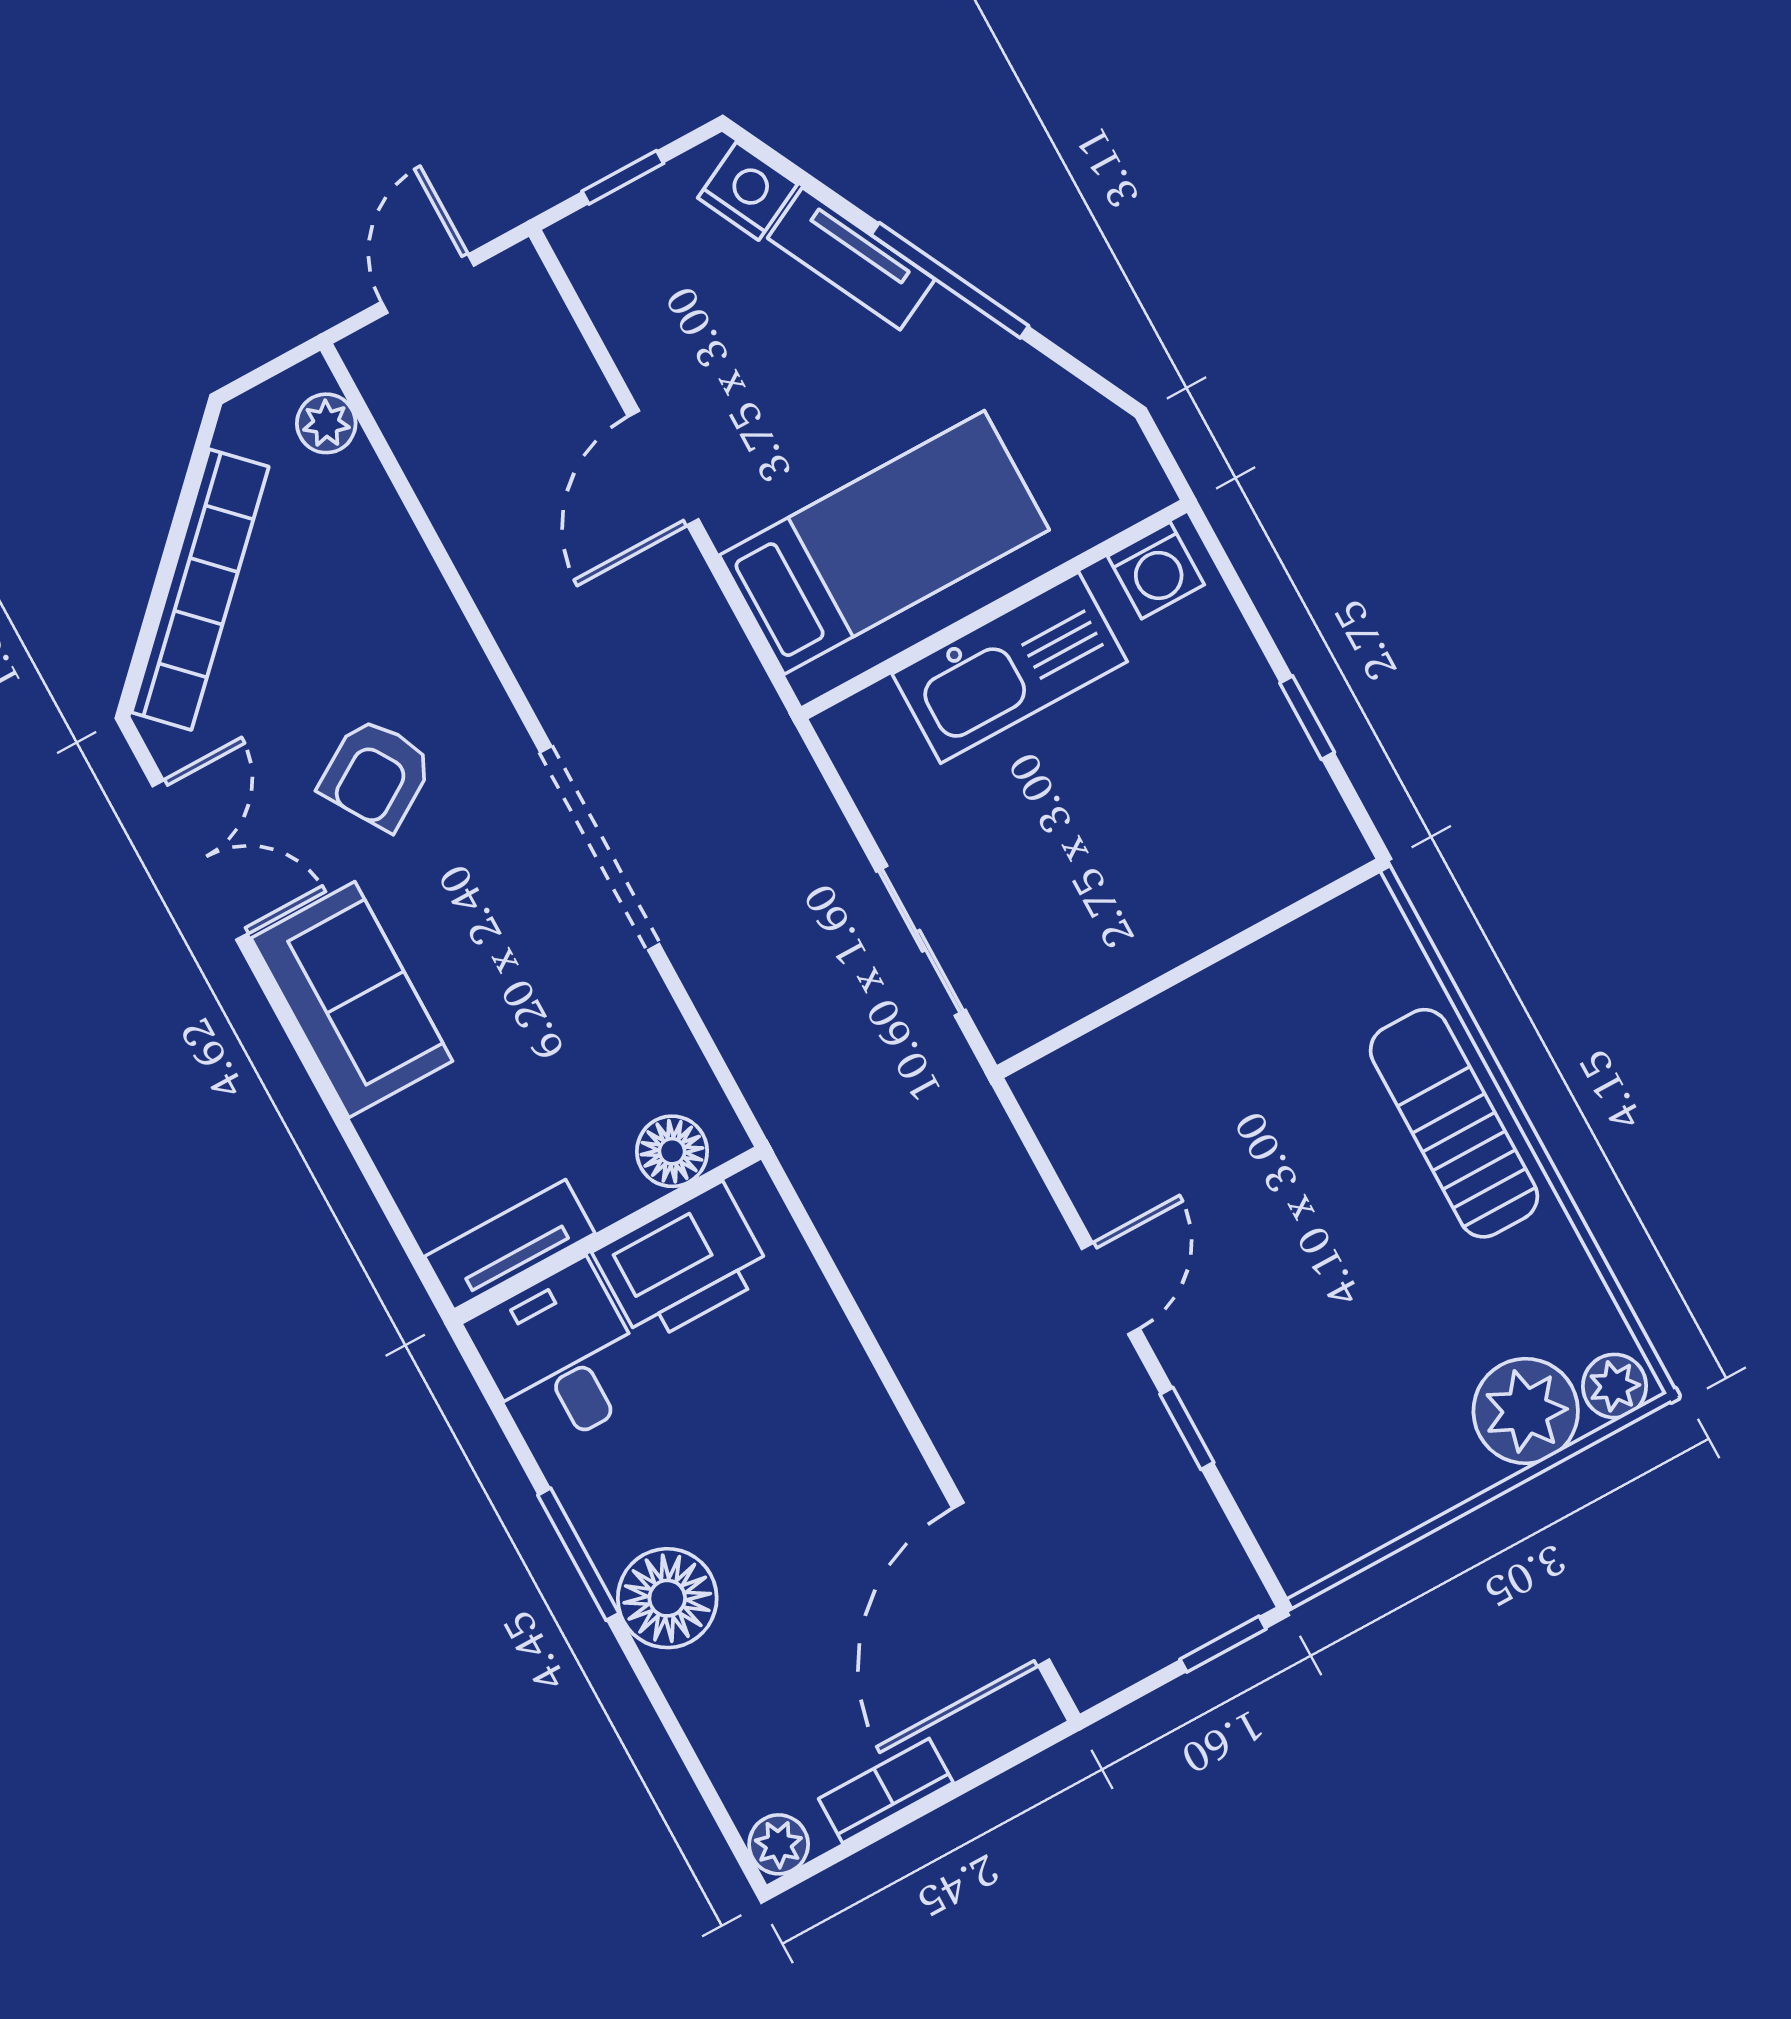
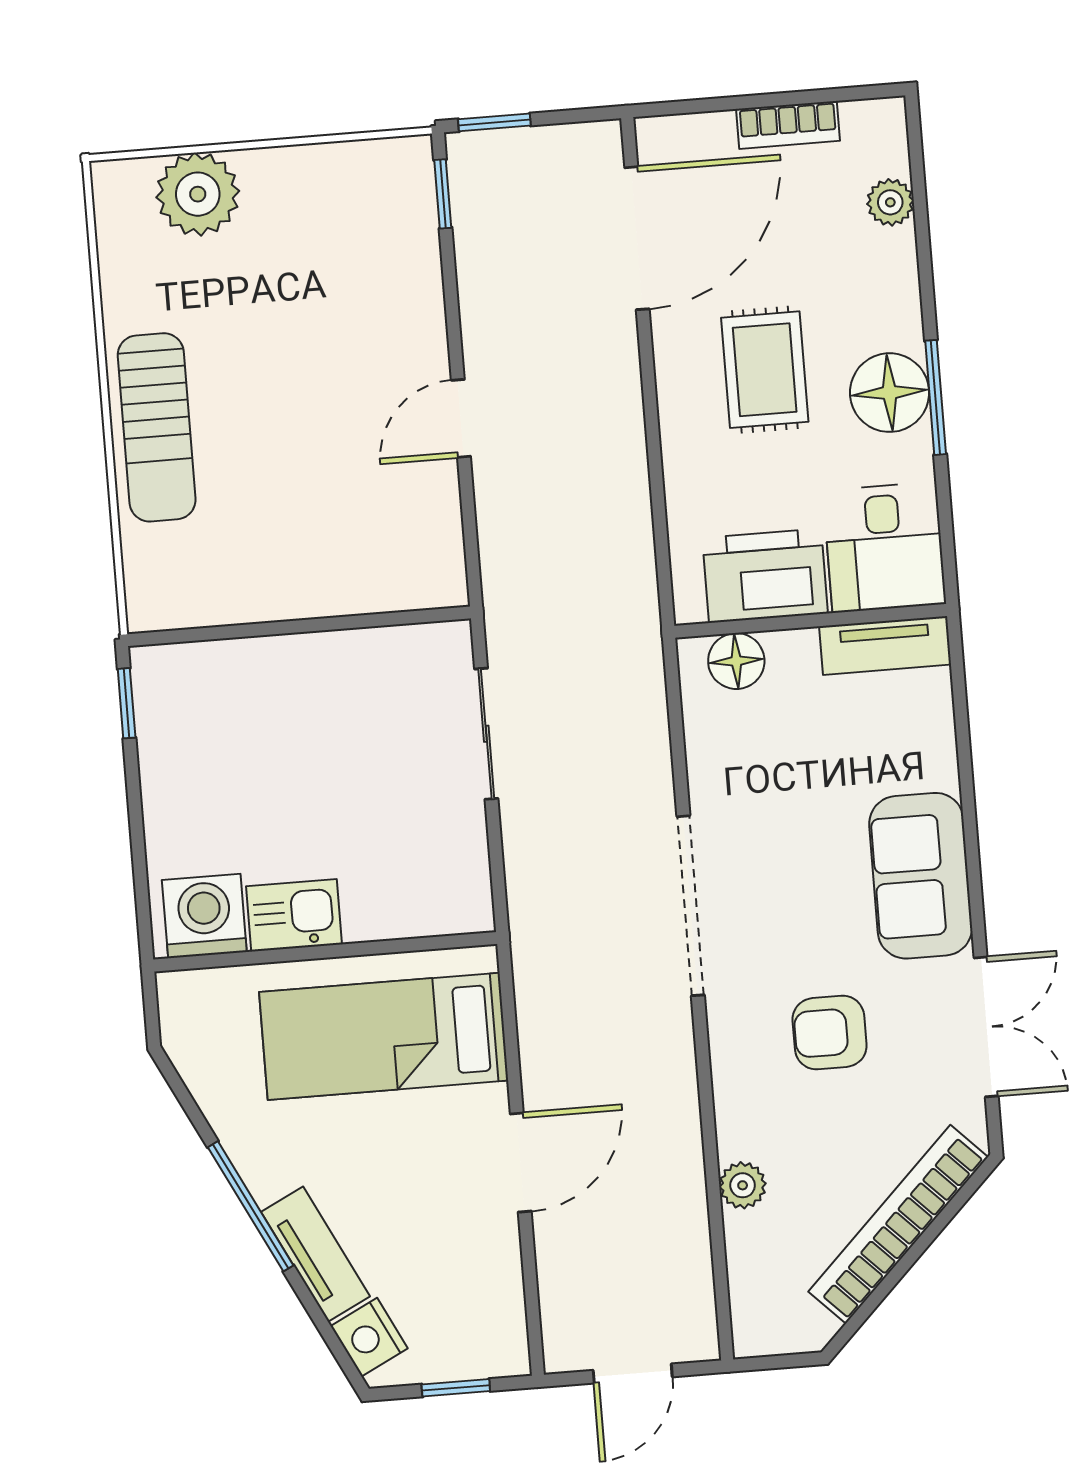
plant: (326, 423) -> (743, 1185), moved
washing machine: (1156, 570) -> (204, 916), width x1.38, depth x1.38
kitchen sink: (1010, 668) -> (294, 915), width x0.53, depth x0.81
window: (1307, 718) -> (127, 703), moved
armchair: (376, 774) -> (830, 1033), turned -148
double door: (200, 860) -> (986, 1027), swing flipped
plant: (1615, 1386) -> (125, 183), removed
window: (1187, 1428) -> (443, 194), moved
rug: (788, 1499) -> (765, 370), added
floor lamp: (667, 1598) -> (890, 393), moved
plant: (779, 1844) -> (890, 202), moved

